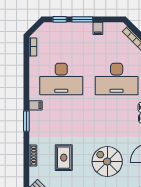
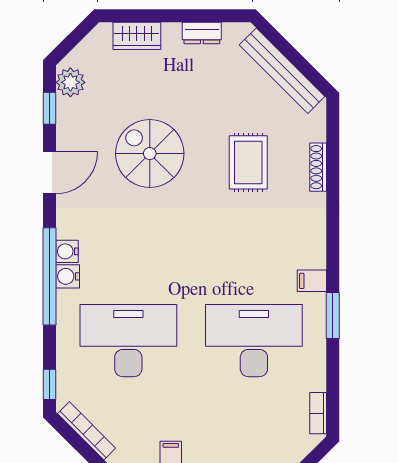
window: (26, 121) -> (333, 316), moved
spiral stairs: (107, 162) -> (150, 154), turned 180

